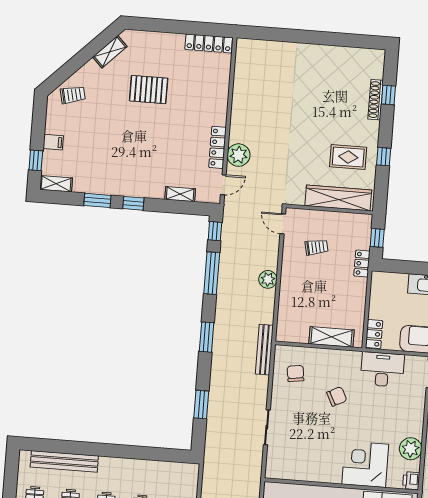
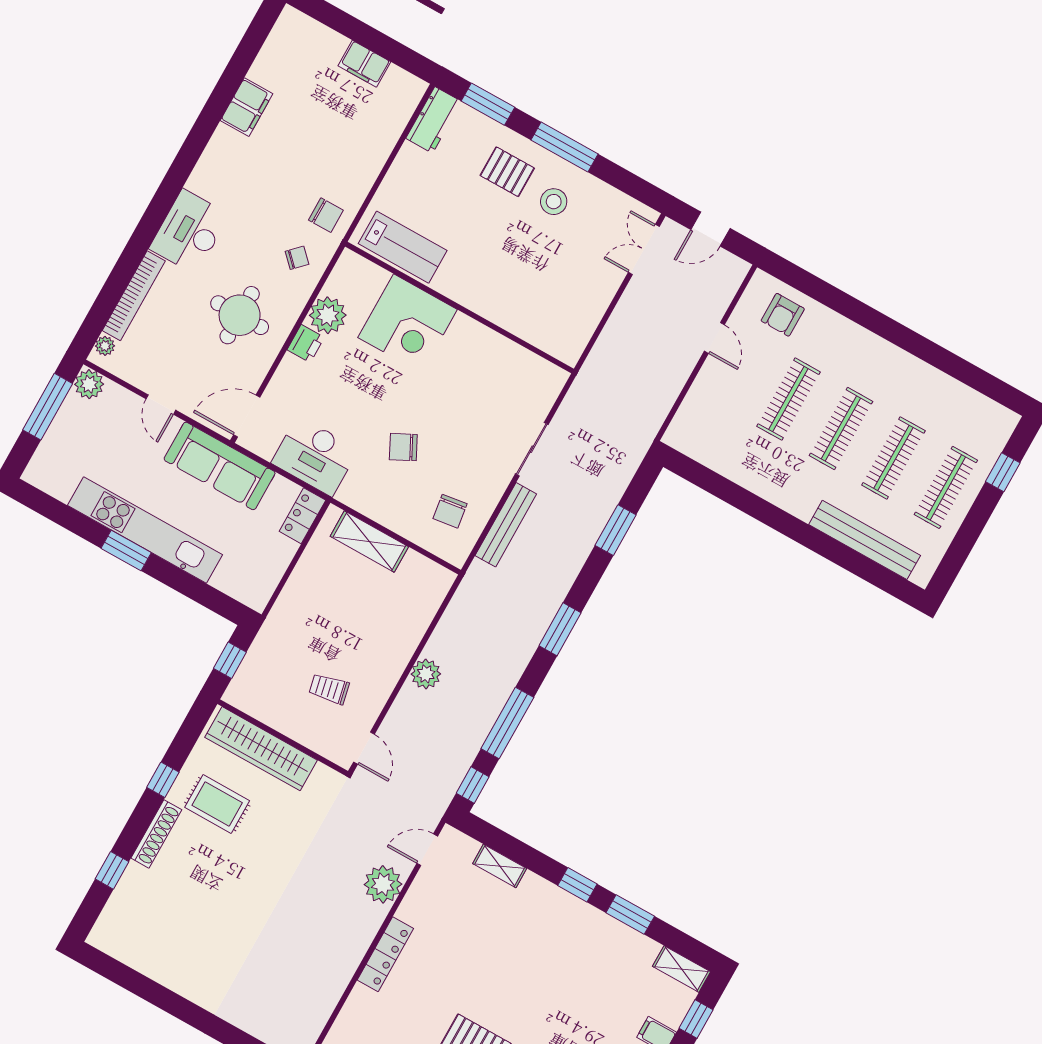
shoe rack: (376, 100) -> (156, 834), moved
locker: (217, 147) -> (385, 954), moved
locker: (362, 264) -> (271, 632), removed
bench: (264, 350) -> (506, 525), moved
printer: (411, 481) -> (306, 344), moved

